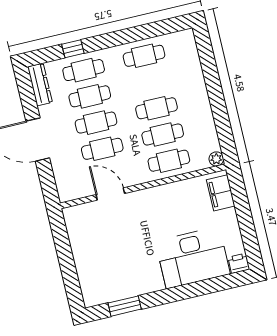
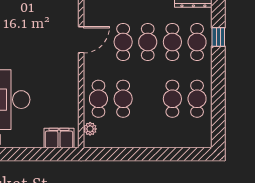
cafe table: (156, 108) -> (172, 99), moved
plant: (216, 159) -> (90, 129), moved

